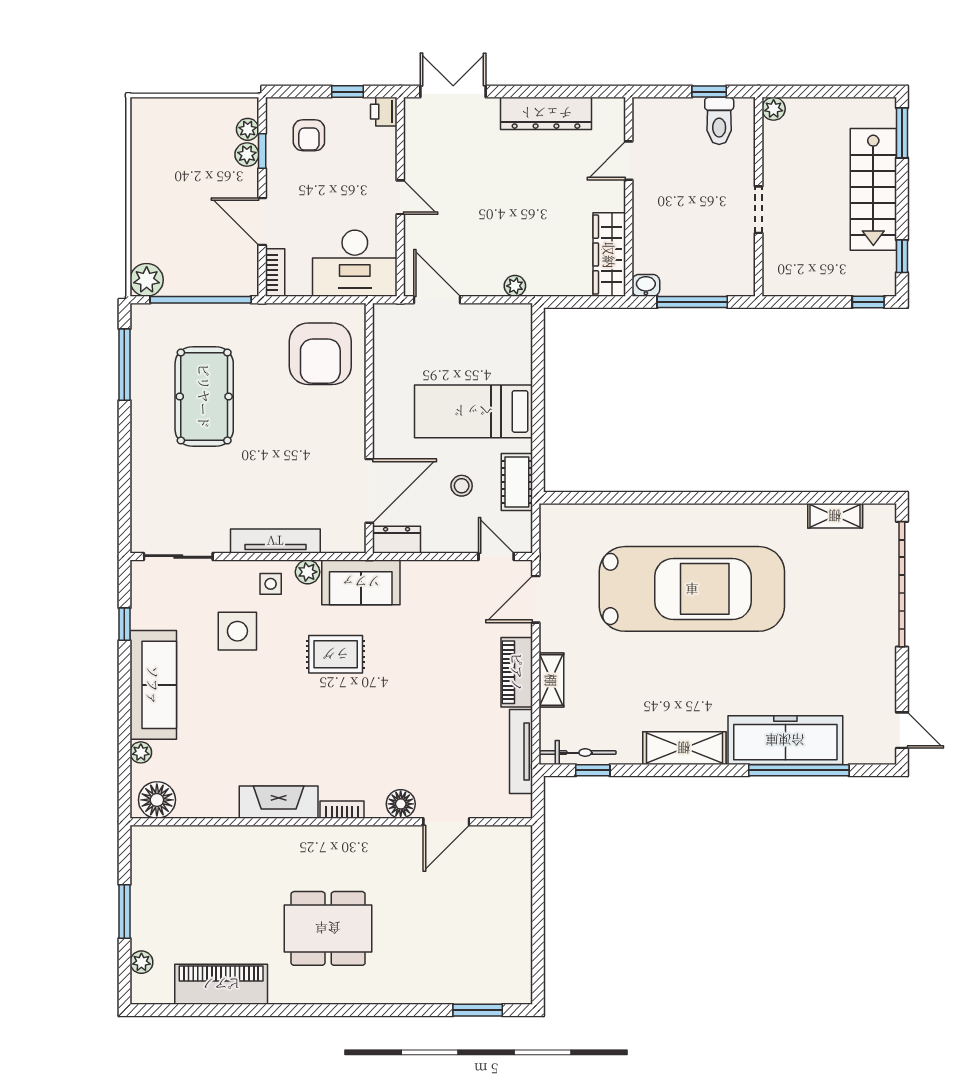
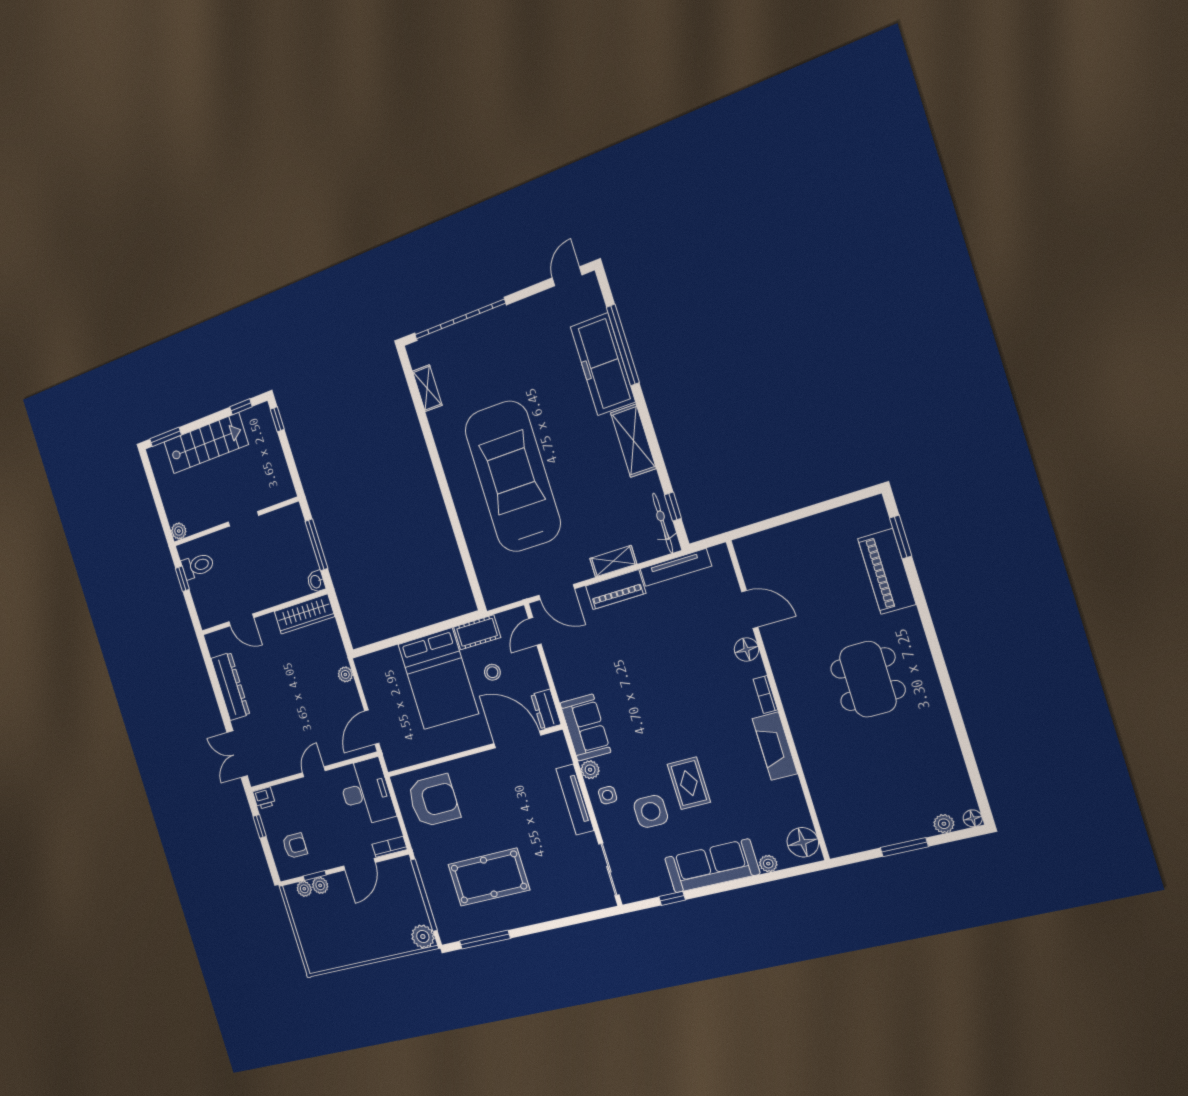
bed: (473, 411) -> (438, 679), width x1.50
rug: (336, 654) -> (689, 783), moved
piano: (221, 984) -> (887, 571), moved
floor lamp: (140, 994) -> (973, 818), added

